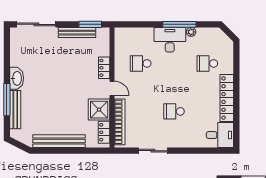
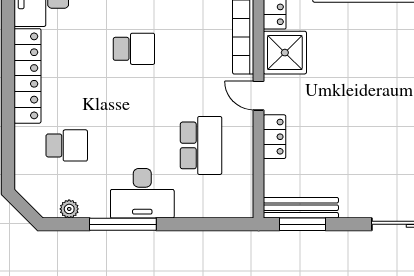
plant: (191, 32) -> (69, 209), moved
bench: (77, 33) -> (301, 208), moved
school desk: (141, 63) -> (201, 145), width x1.85

